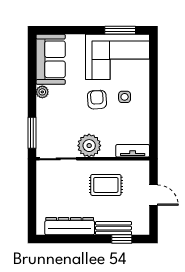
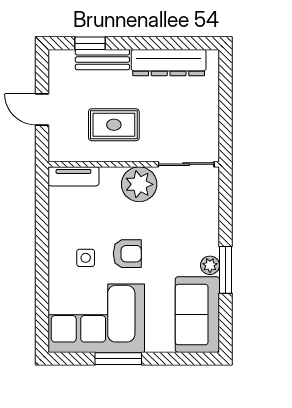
window: (120, 30) -> (118, 359), moved
armchair: (97, 100) -> (127, 254), turned -86
window: (32, 133) -> (225, 270), moved

